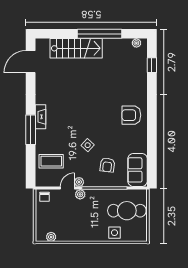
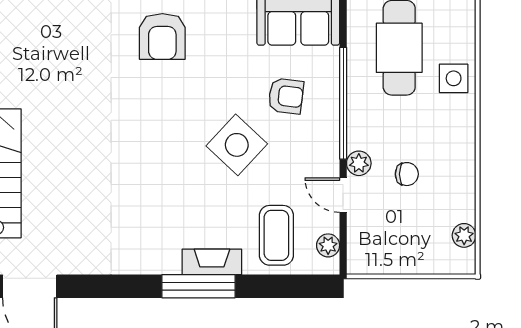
fireplace: (40, 117) -> (212, 262), moved
side table: (88, 145) -> (237, 145), width x1.87, depth x1.87
plant: (79, 182) -> (328, 245), moved
chair: (44, 197) -> (407, 174), moved

